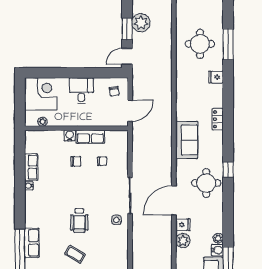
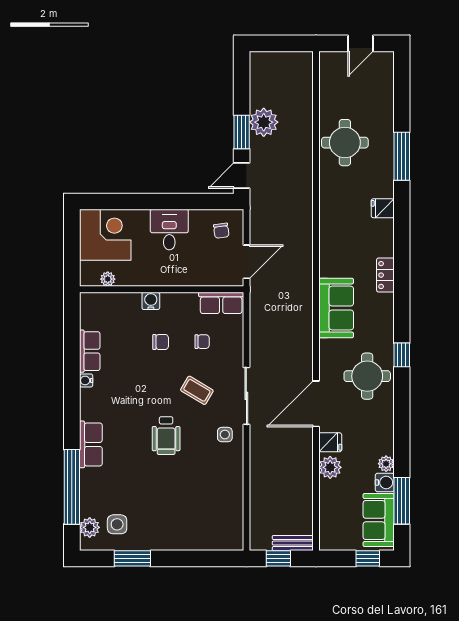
round table: (200, 44) -> (345, 143), moved
row of seats: (90, 137) -> (221, 303), moved
row of seats: (32, 243) -> (91, 444), moved
coffee table: (75, 254) -> (197, 390), moved

